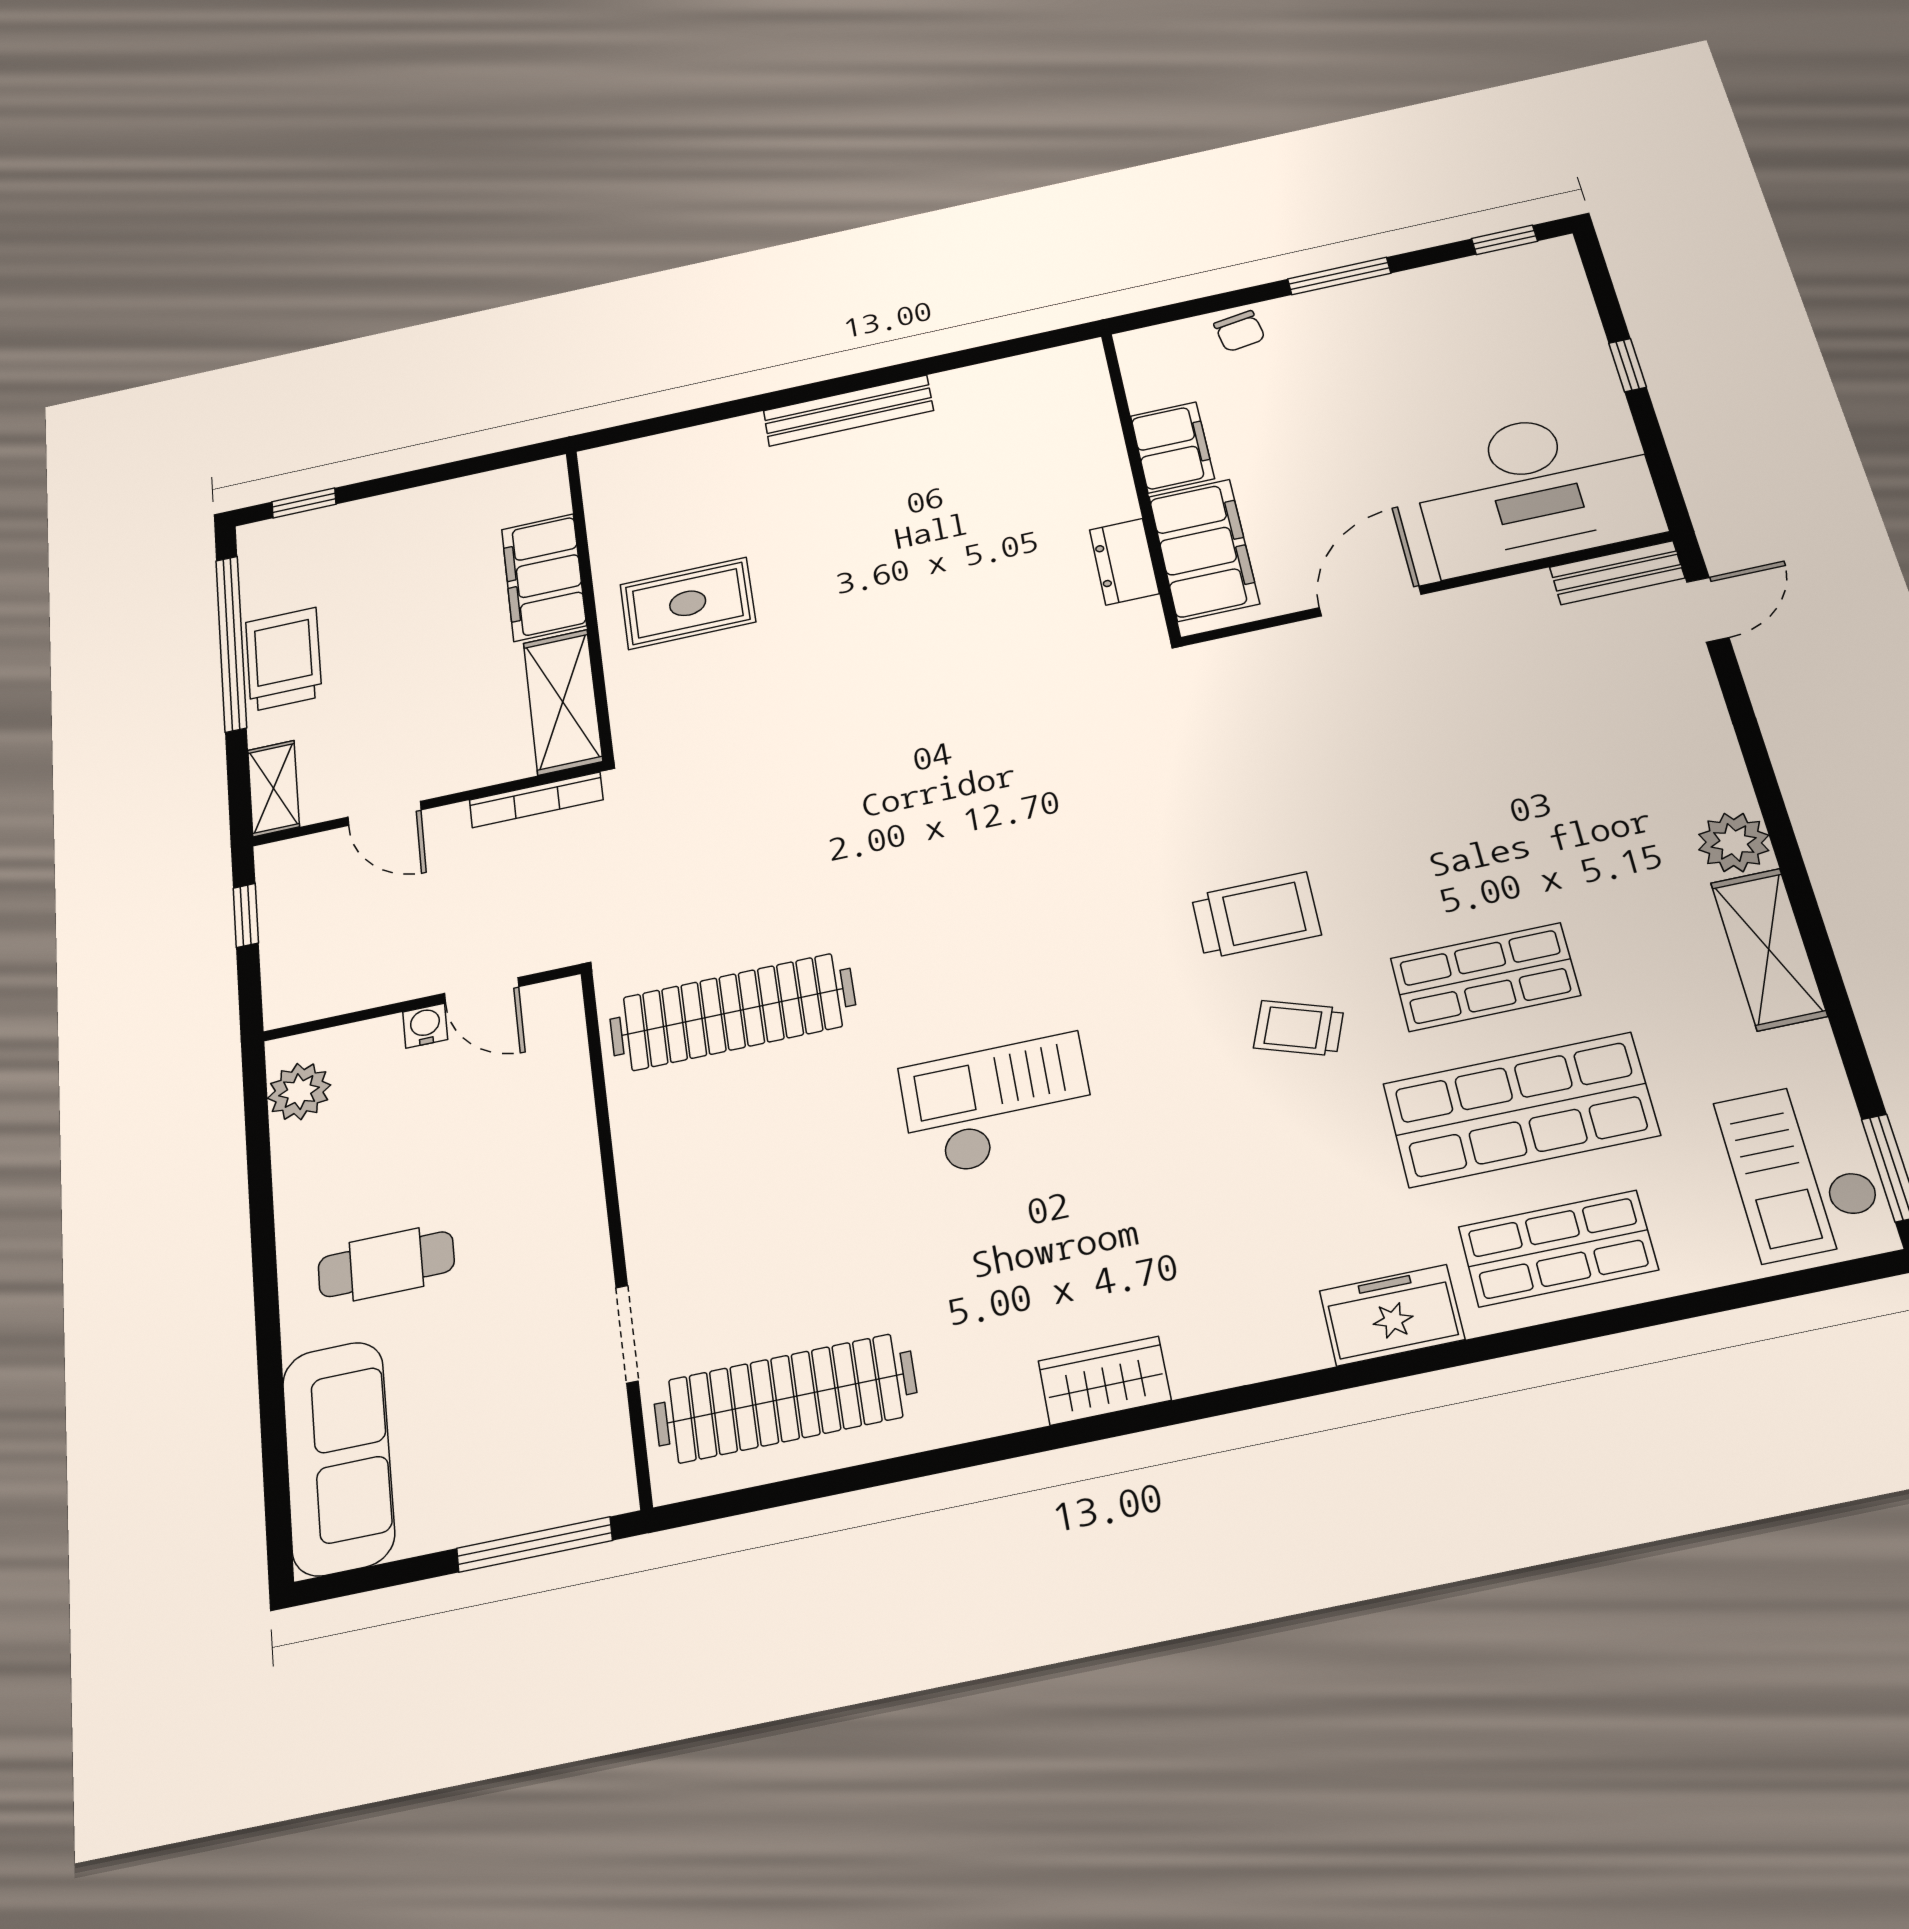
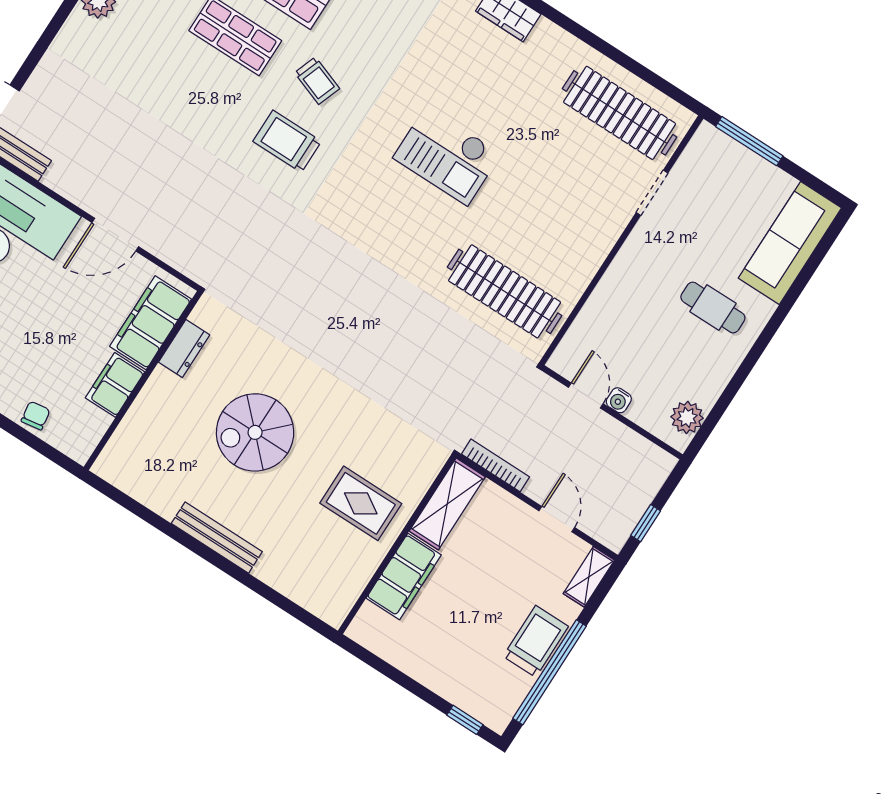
spiral stairs: (921, 556) -> (255, 432), added
trolley: (284, 659) -> (536, 641), turned 180

